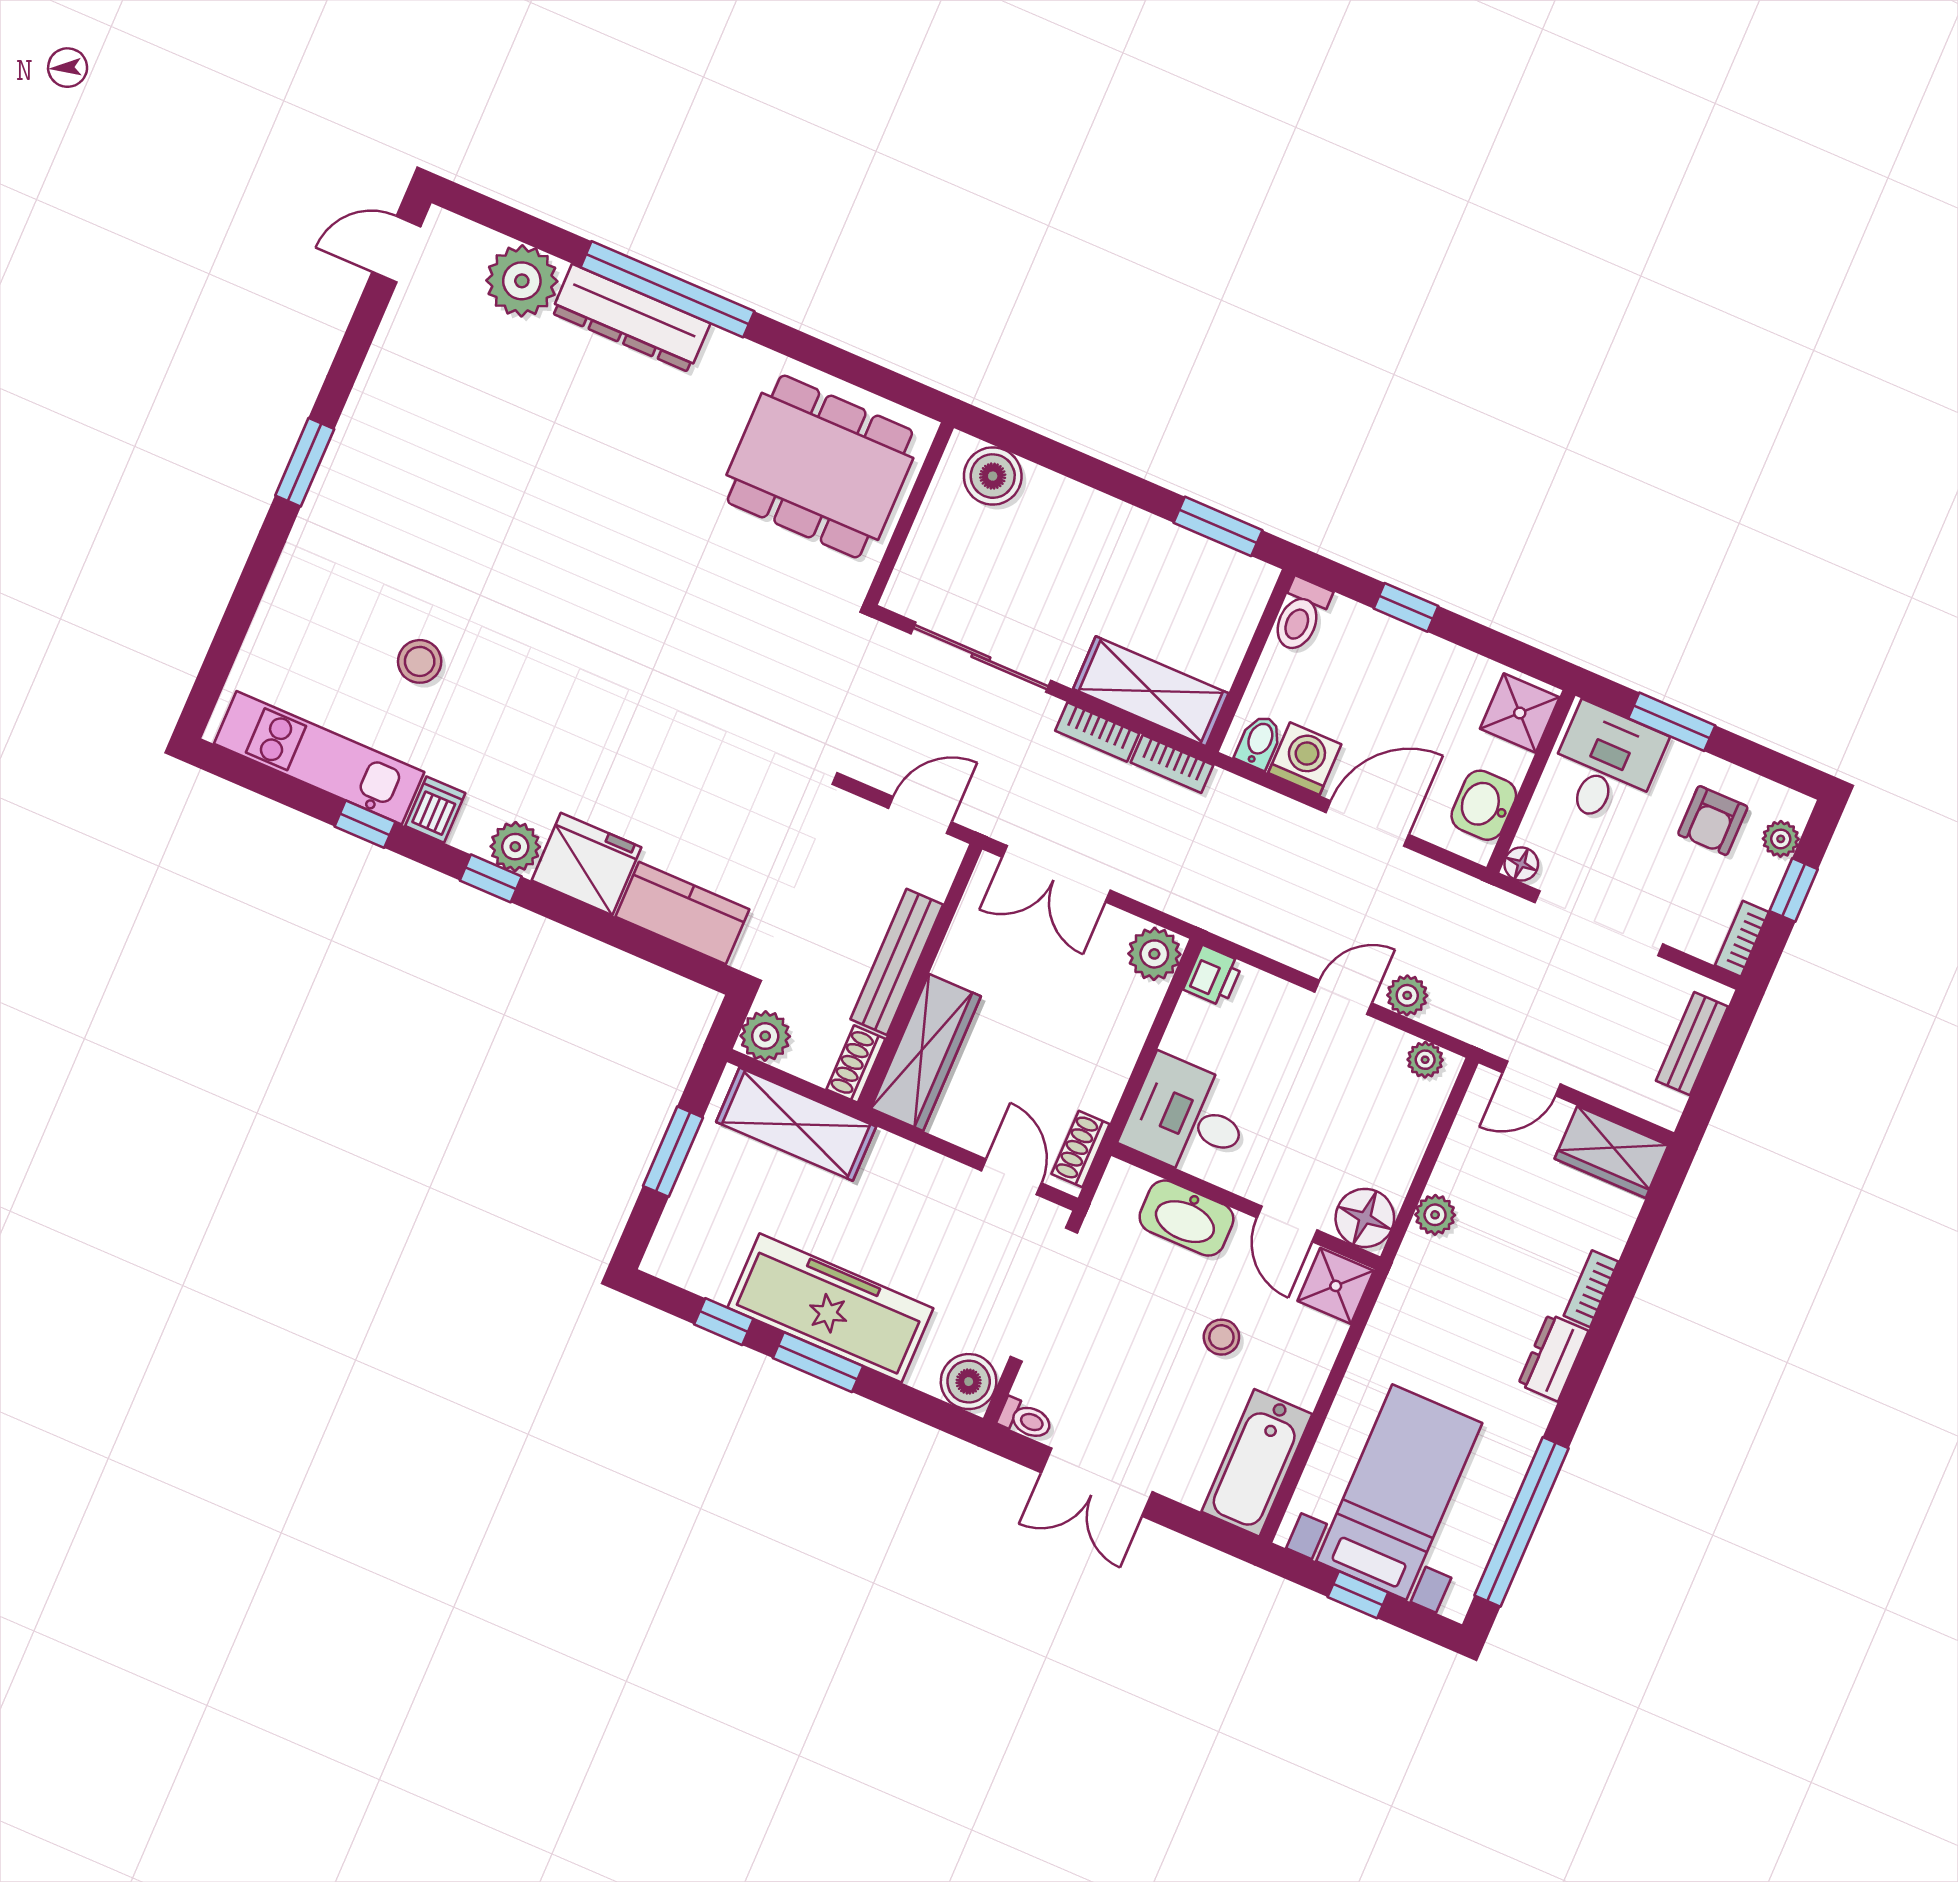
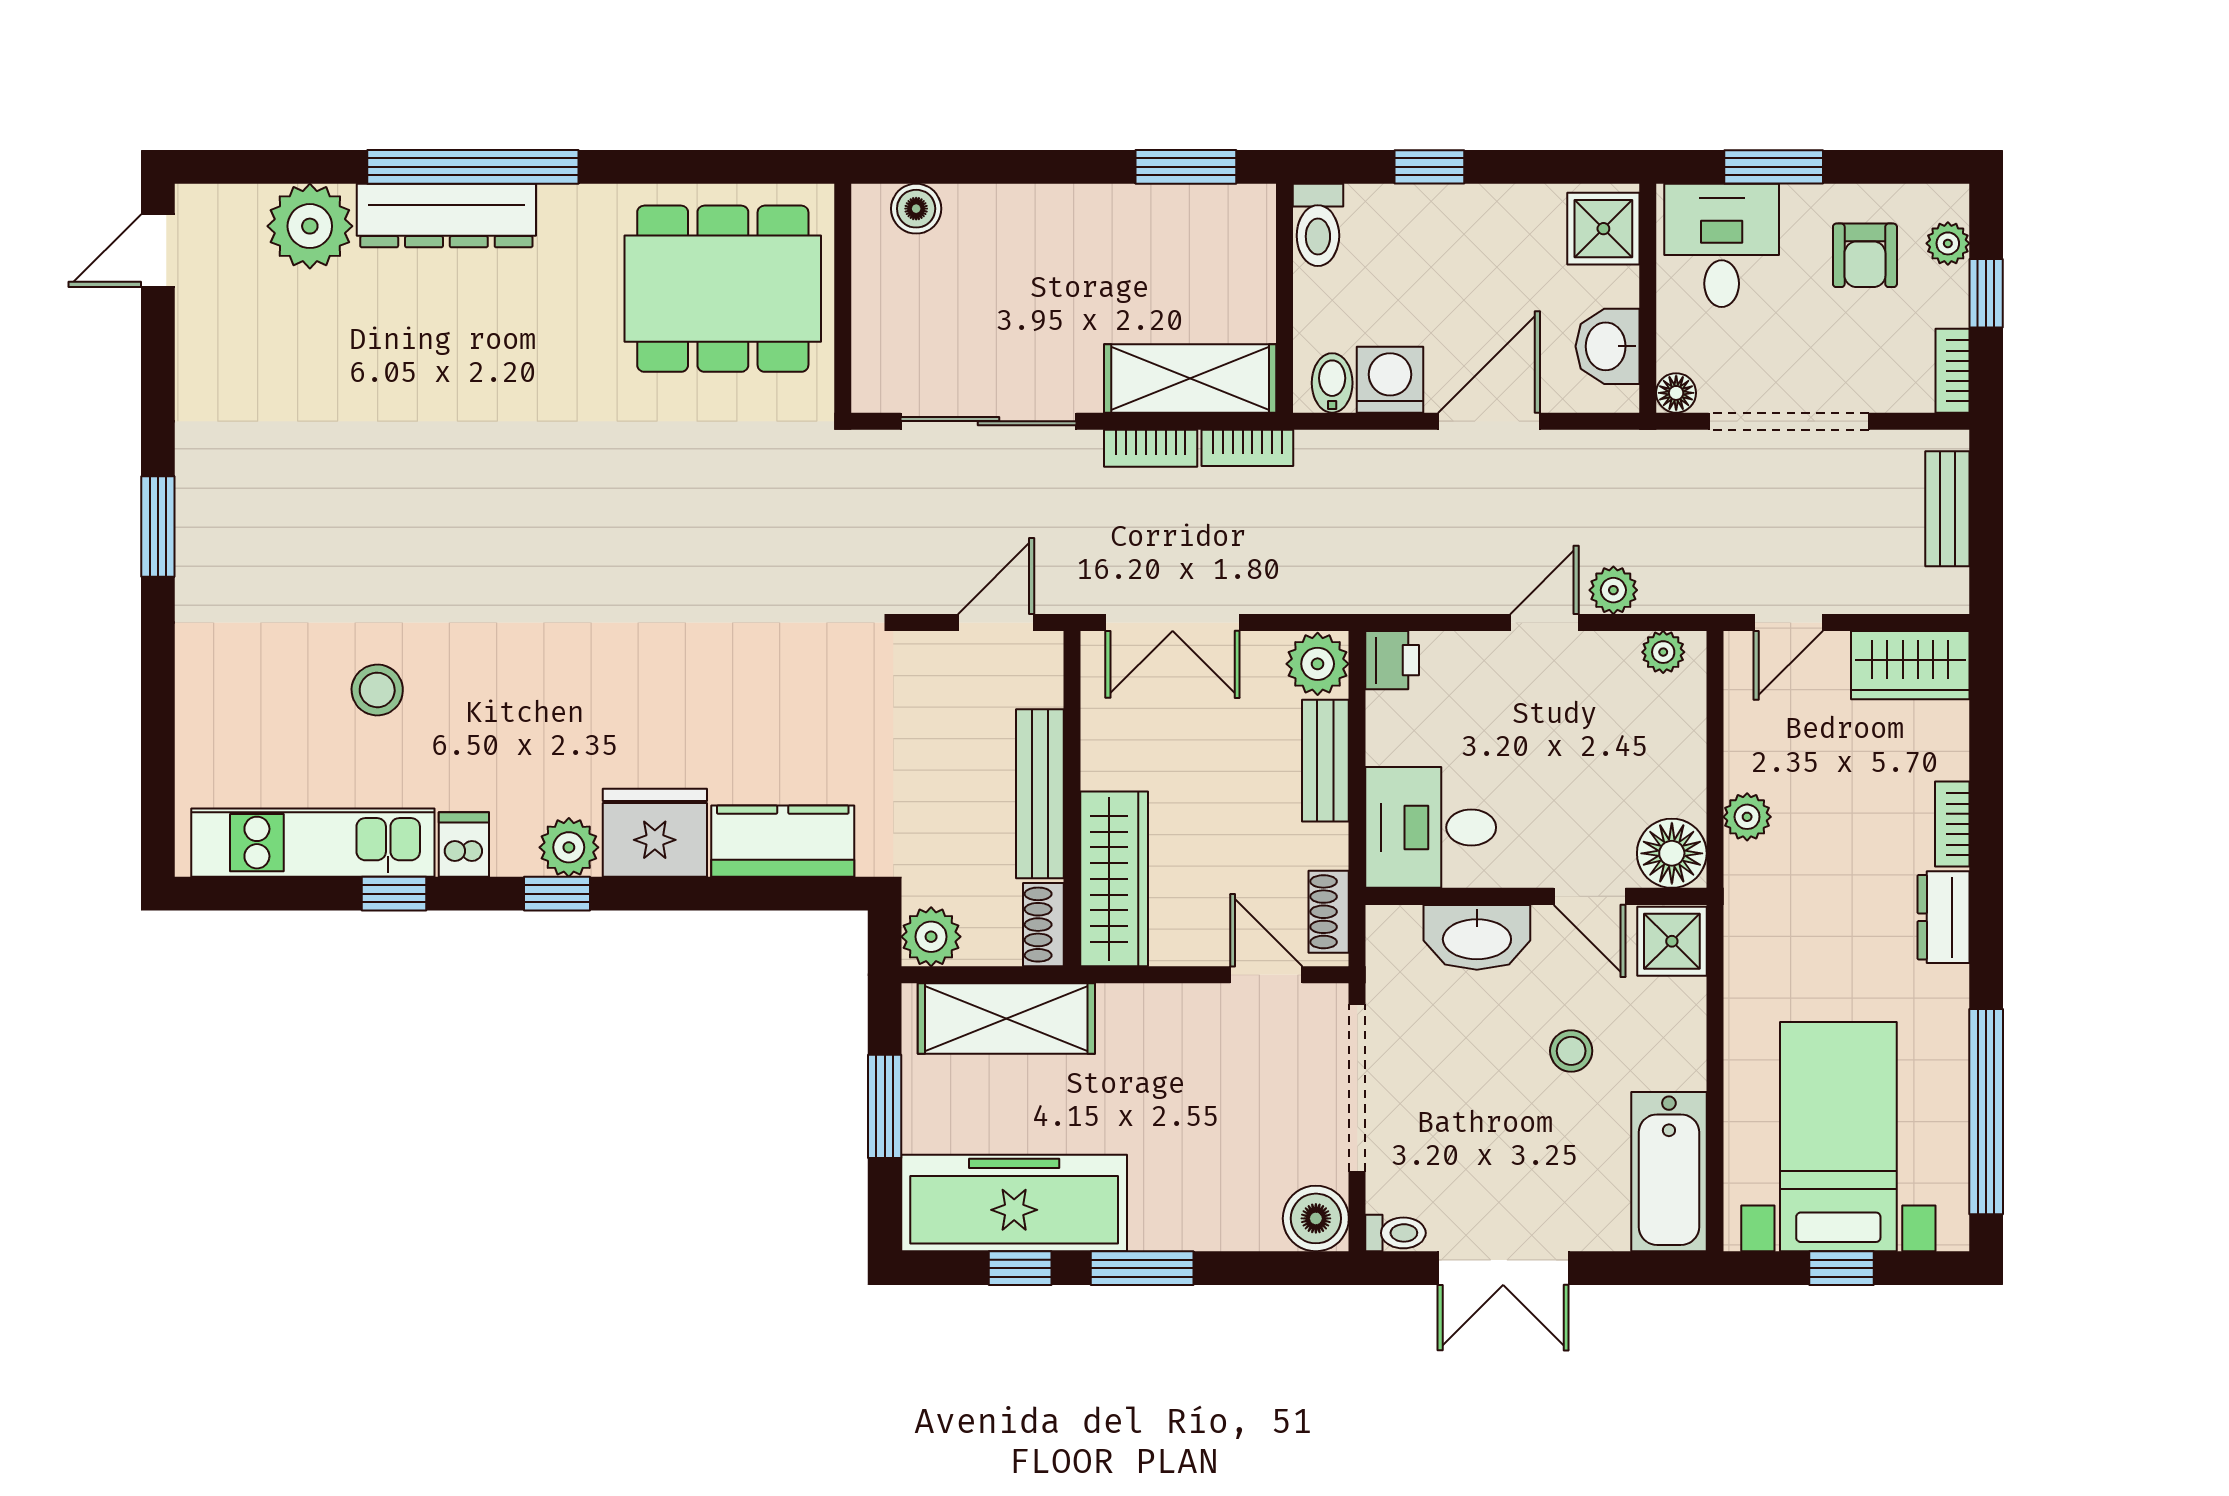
boiler: (993, 476) -> (916, 209), width x0.73, depth x0.73
bench: (1128, 1031) -> (1325, 761), added
freezer: (830, 1308) -> (1014, 1203), moved

